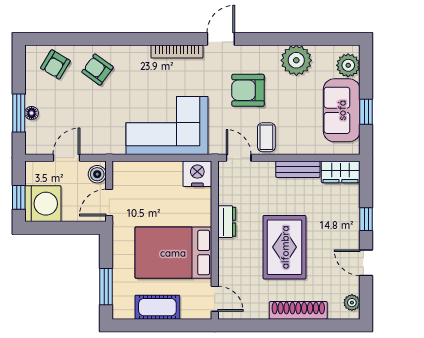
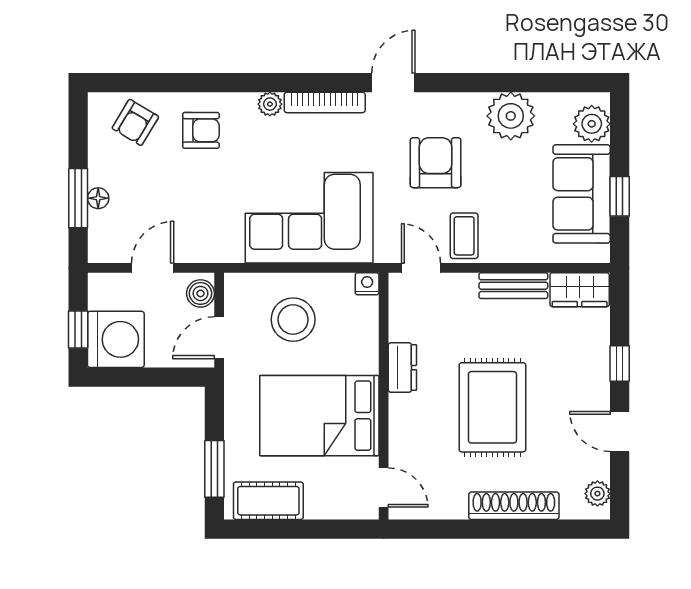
plant: (142, 53) -> (270, 104), added
armchair: (97, 70) -> (201, 130), turned 144
armchair: (248, 90) -> (436, 163), turned 90
nightstand: (197, 174) -> (367, 284), width x0.53, depth x0.56
stool: (157, 191) -> (293, 320), added
cot: (157, 307) -> (268, 501), moved

